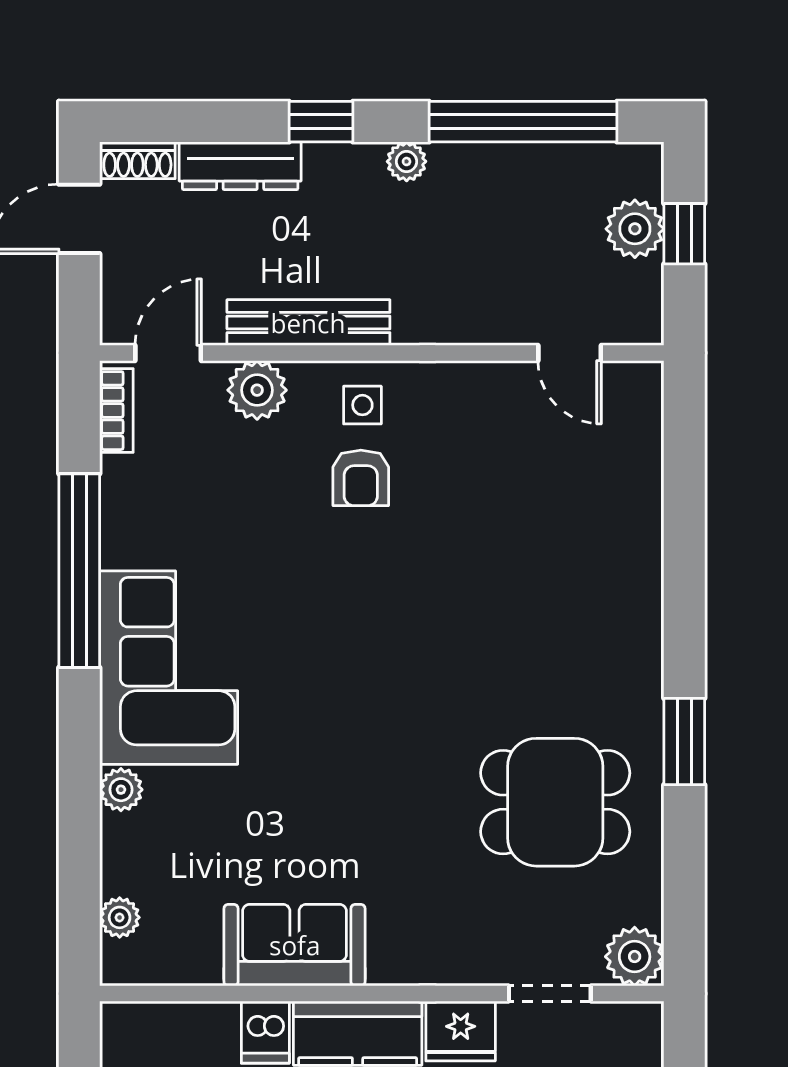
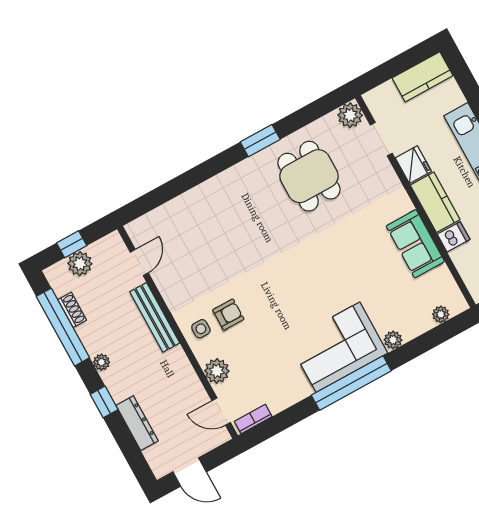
shoe rack: (137, 160) -> (72, 310), moved
bench: (308, 323) -> (155, 317), moved
window: (79, 571) -> (351, 383), moved

